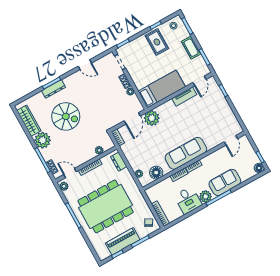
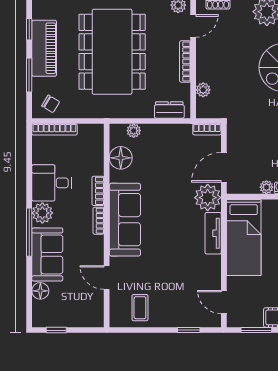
tv unit: (184, 96) -> (213, 233), moved
door: (132, 118) -> (224, 167), hinge flipped
coffee table: (226, 121) -> (140, 308), added
door: (231, 140) -> (107, 278), moved
floor lamp: (259, 168) -> (40, 291), moved

